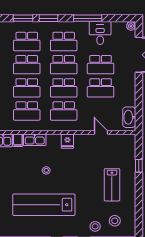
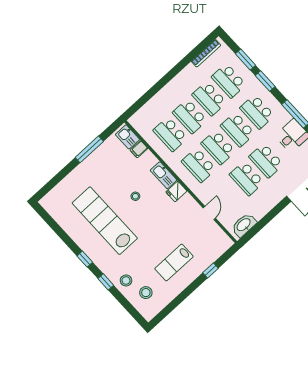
kitchen sink: (35, 140) -> (164, 175), moved

